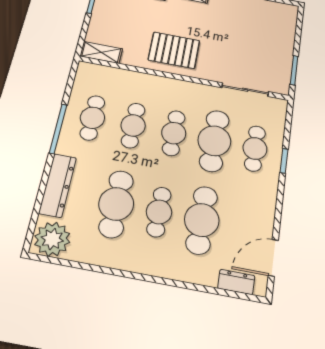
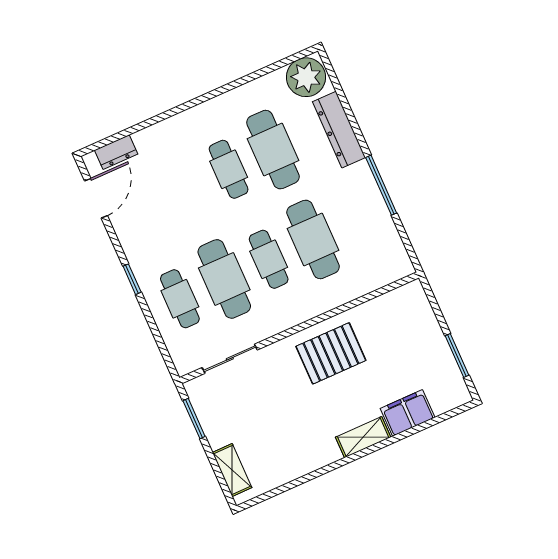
shelving: (101, 52) -> (232, 470), moved, turned 90
cafe table: (92, 118) -> (357, 220), removed
cafe table: (133, 125) -> (313, 239), width x1.37, depth x1.35
window: (284, 161) -> (132, 279), moved
cafe table: (202, 220) -> (184, 189), removed

